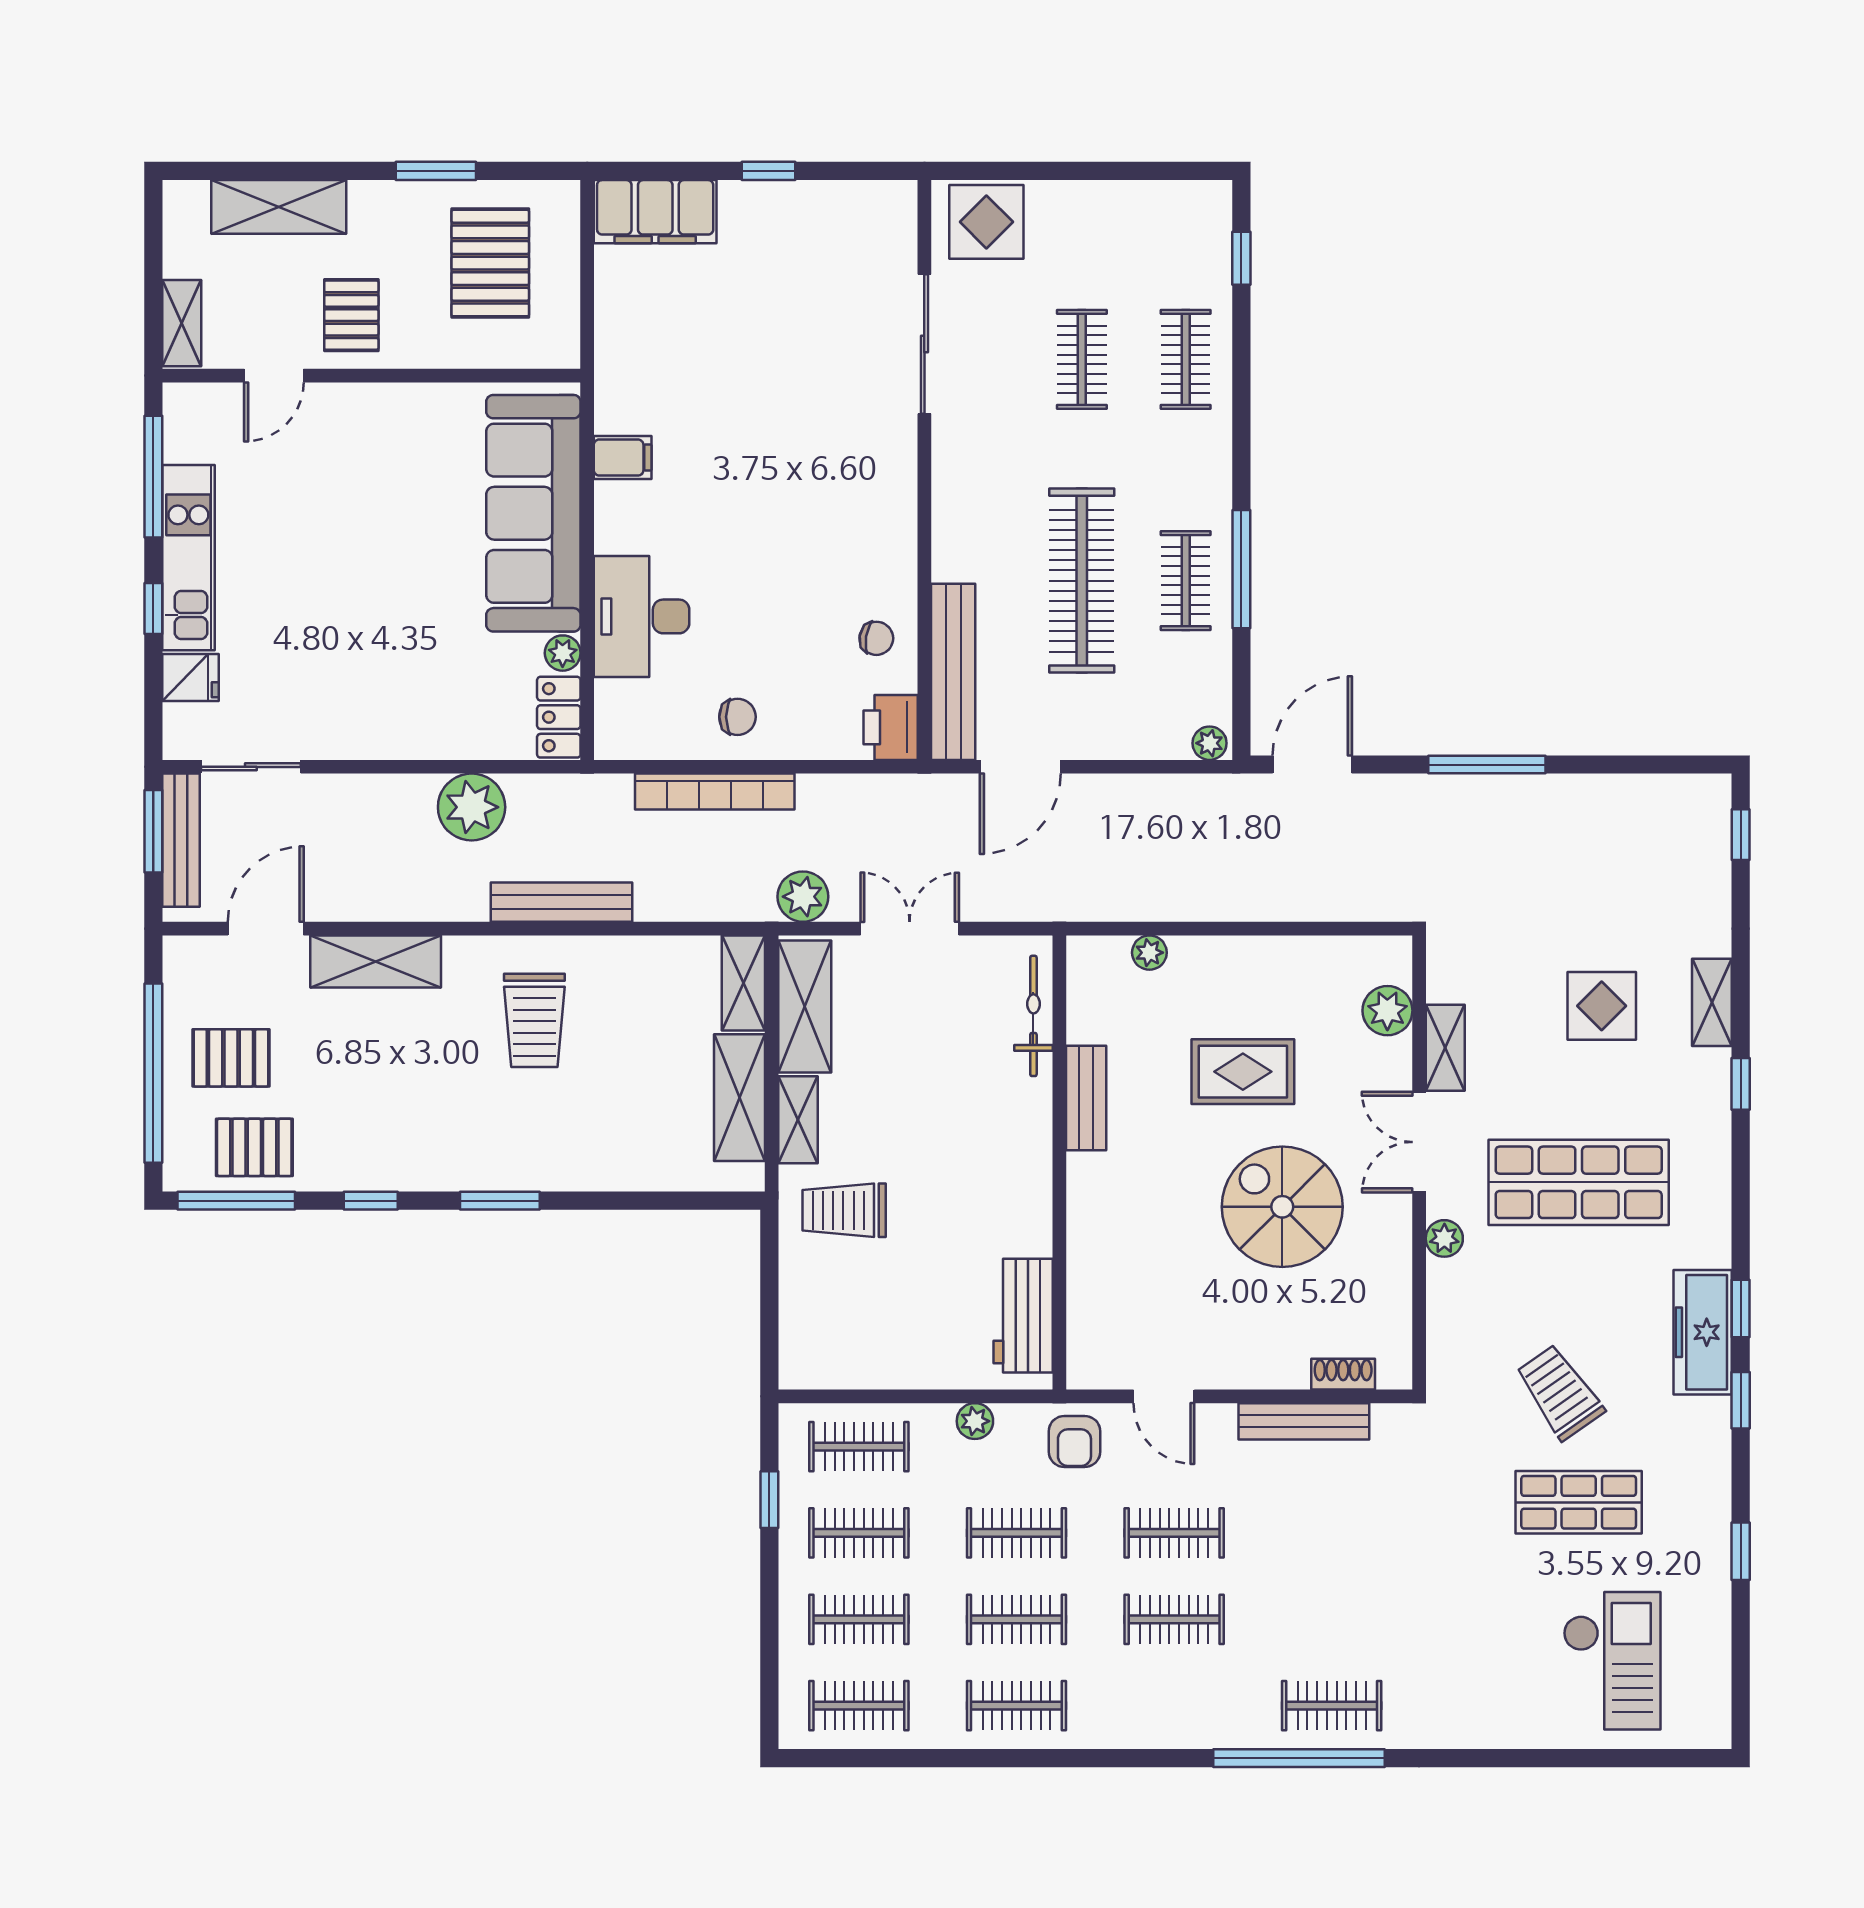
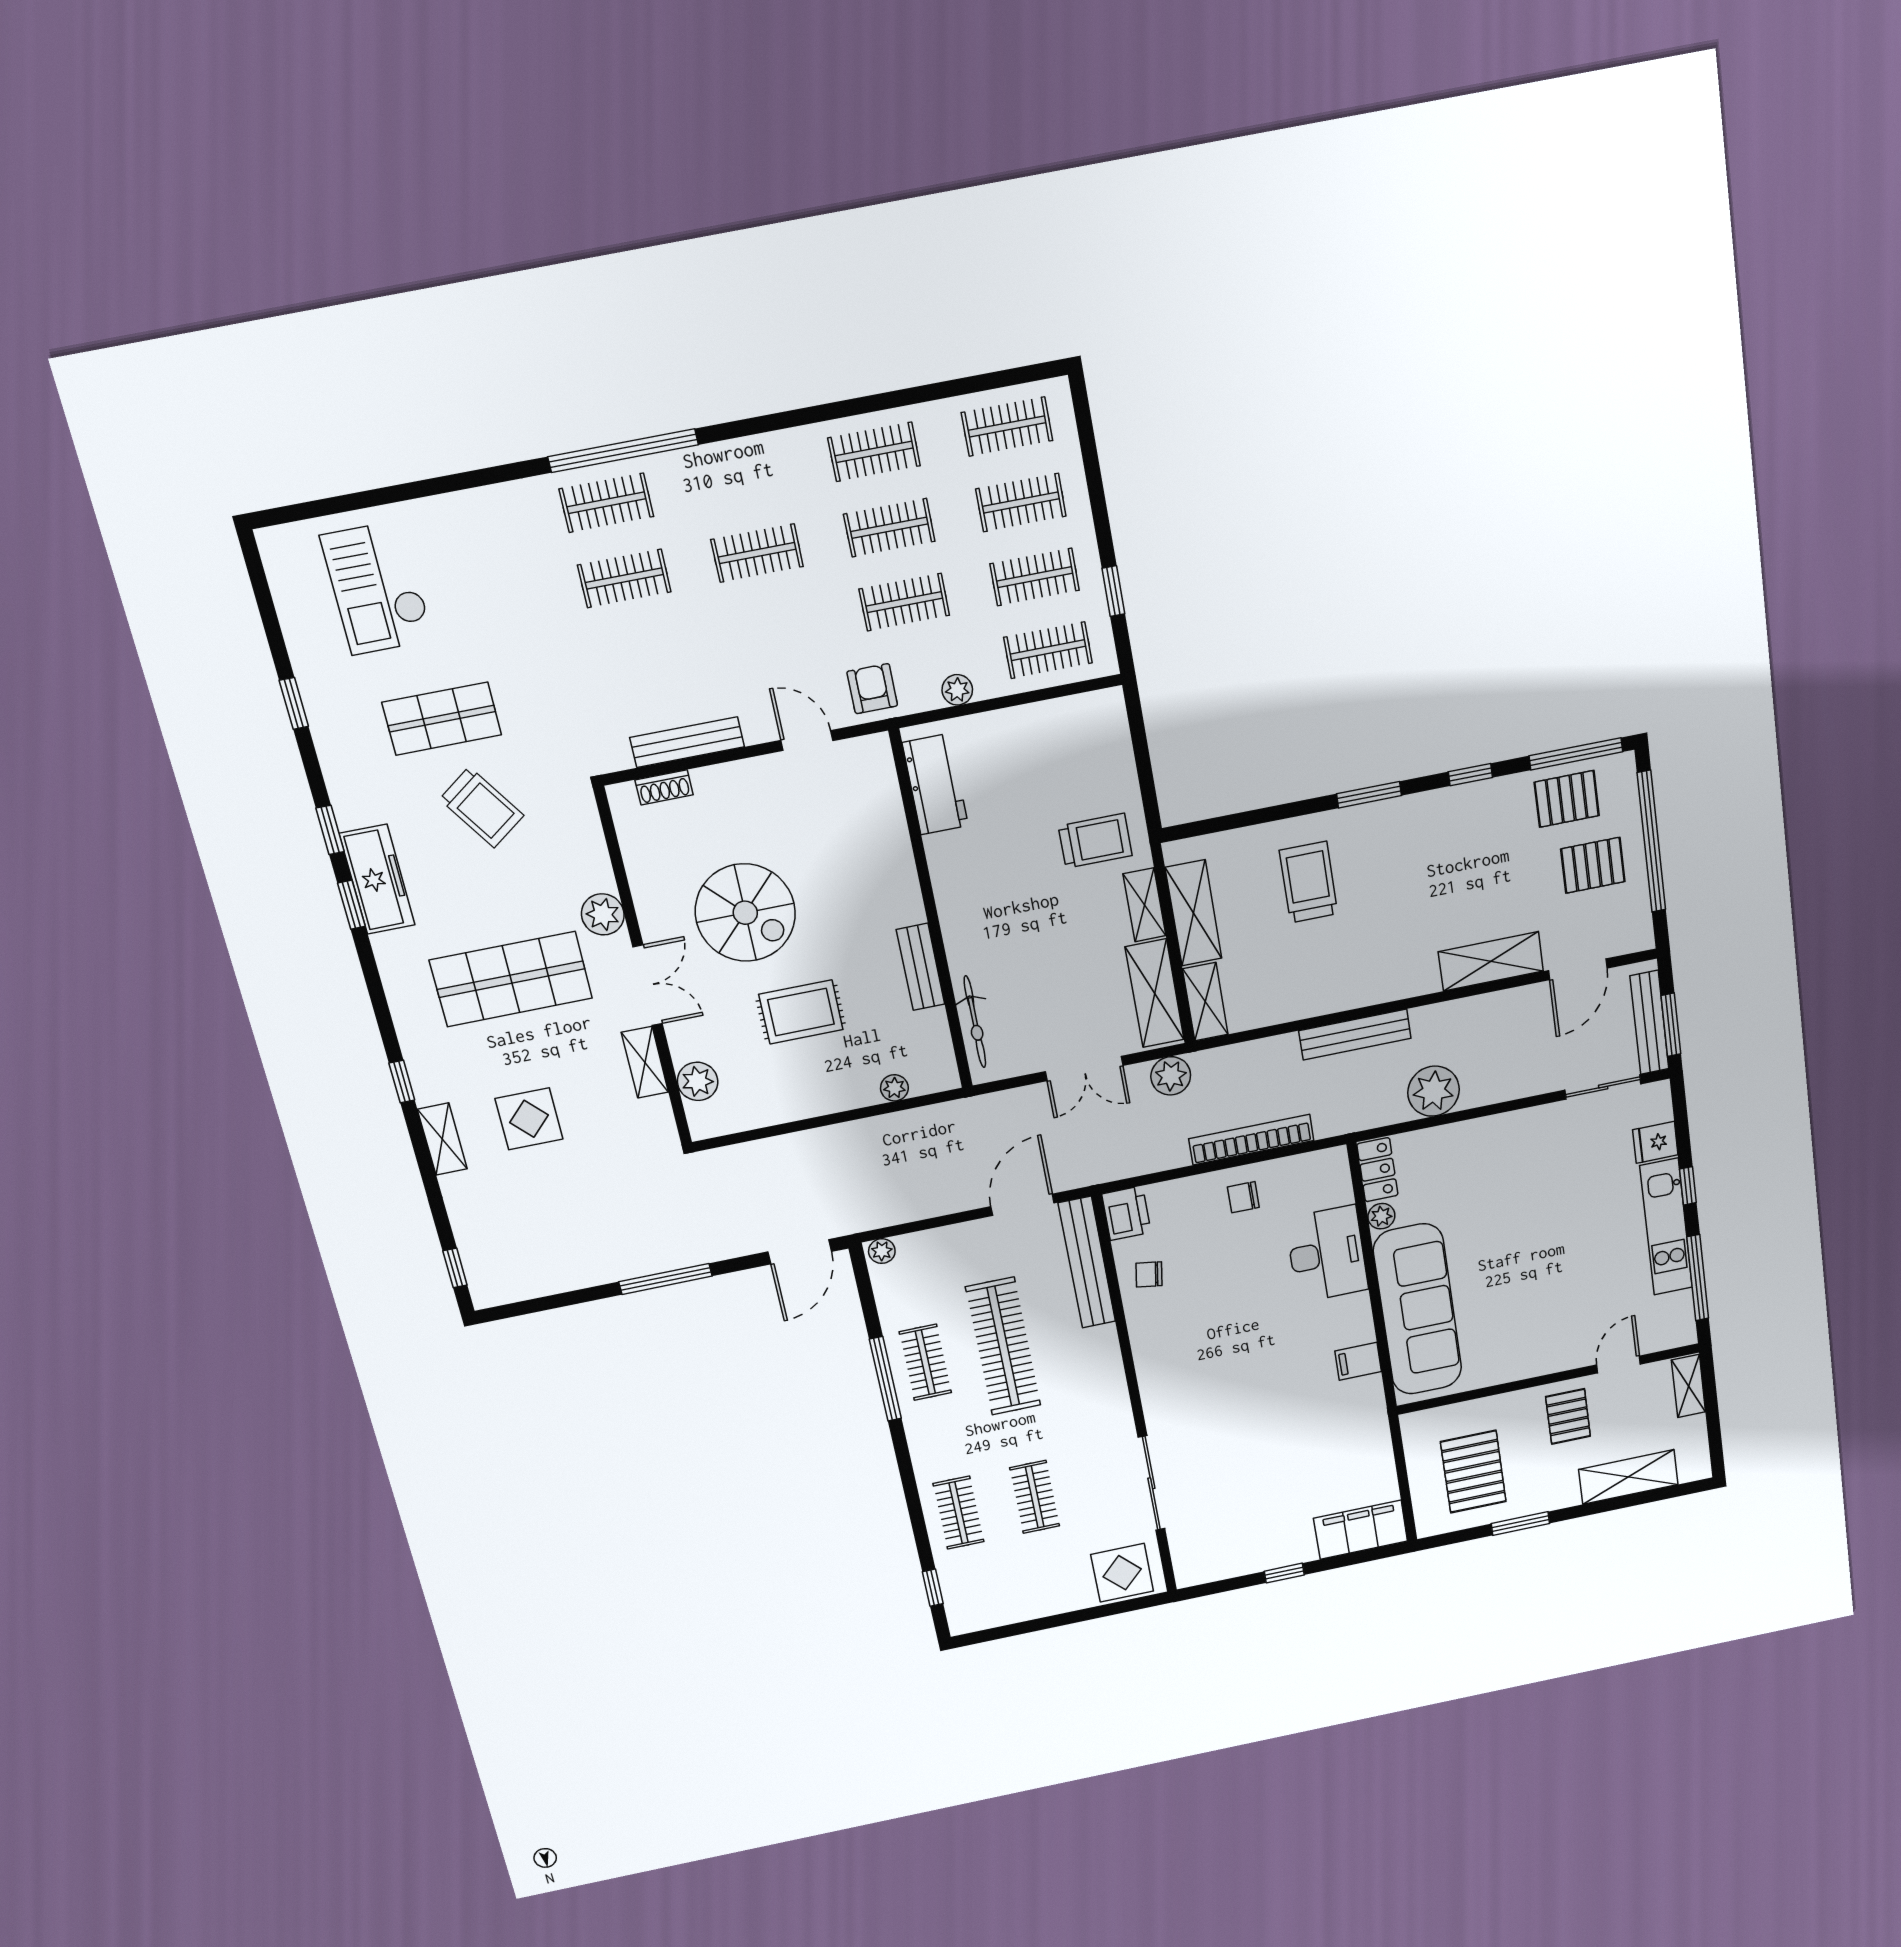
trolley: (534, 1020) -> (1309, 882), moved
plant: (1444, 1238) -> (603, 914), width x1.38, depth x1.38
clothes rail: (1174, 1533) -> (624, 578), moved

